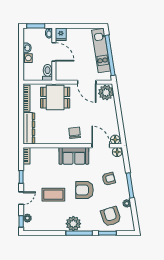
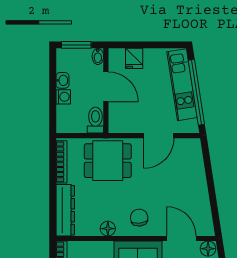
fridge: (61, 34) -> (134, 58), moved
door: (87, 82) -> (159, 136), hinge flipped
plant: (106, 93) -> (190, 153), removed
floor lamp: (115, 140) -> (108, 229), moved

